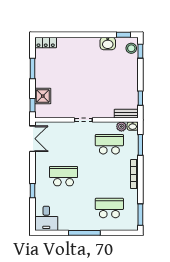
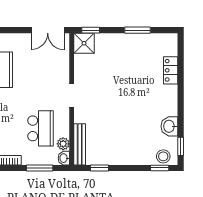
locker: (46, 42) -> (171, 70), moved
shower: (43, 96) -> (84, 43), moved
bench: (126, 114) -> (80, 144), width x1.36

